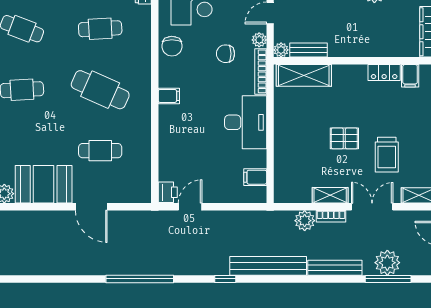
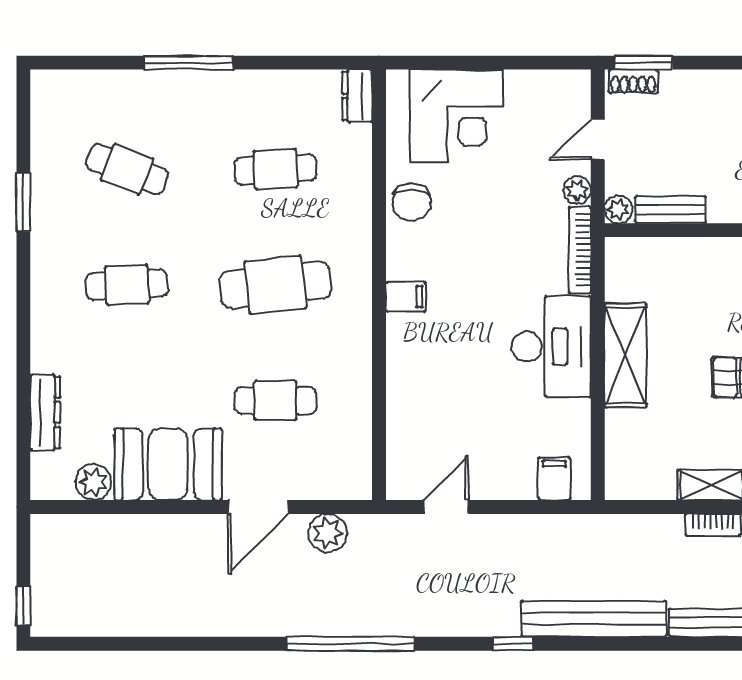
chair: (226, 54) -> (513, 217), removed
shelving: (304, 75) -> (625, 355), moved, turned 90
cafe table: (100, 90) -> (275, 285), turned -30
filing cabinet: (255, 177) -> (554, 479), moved, turned 90
printer: (168, 192) -> (404, 479), removed
door: (91, 207) -> (259, 507), hinge flipped
plant: (305, 221) -> (328, 533), moved

